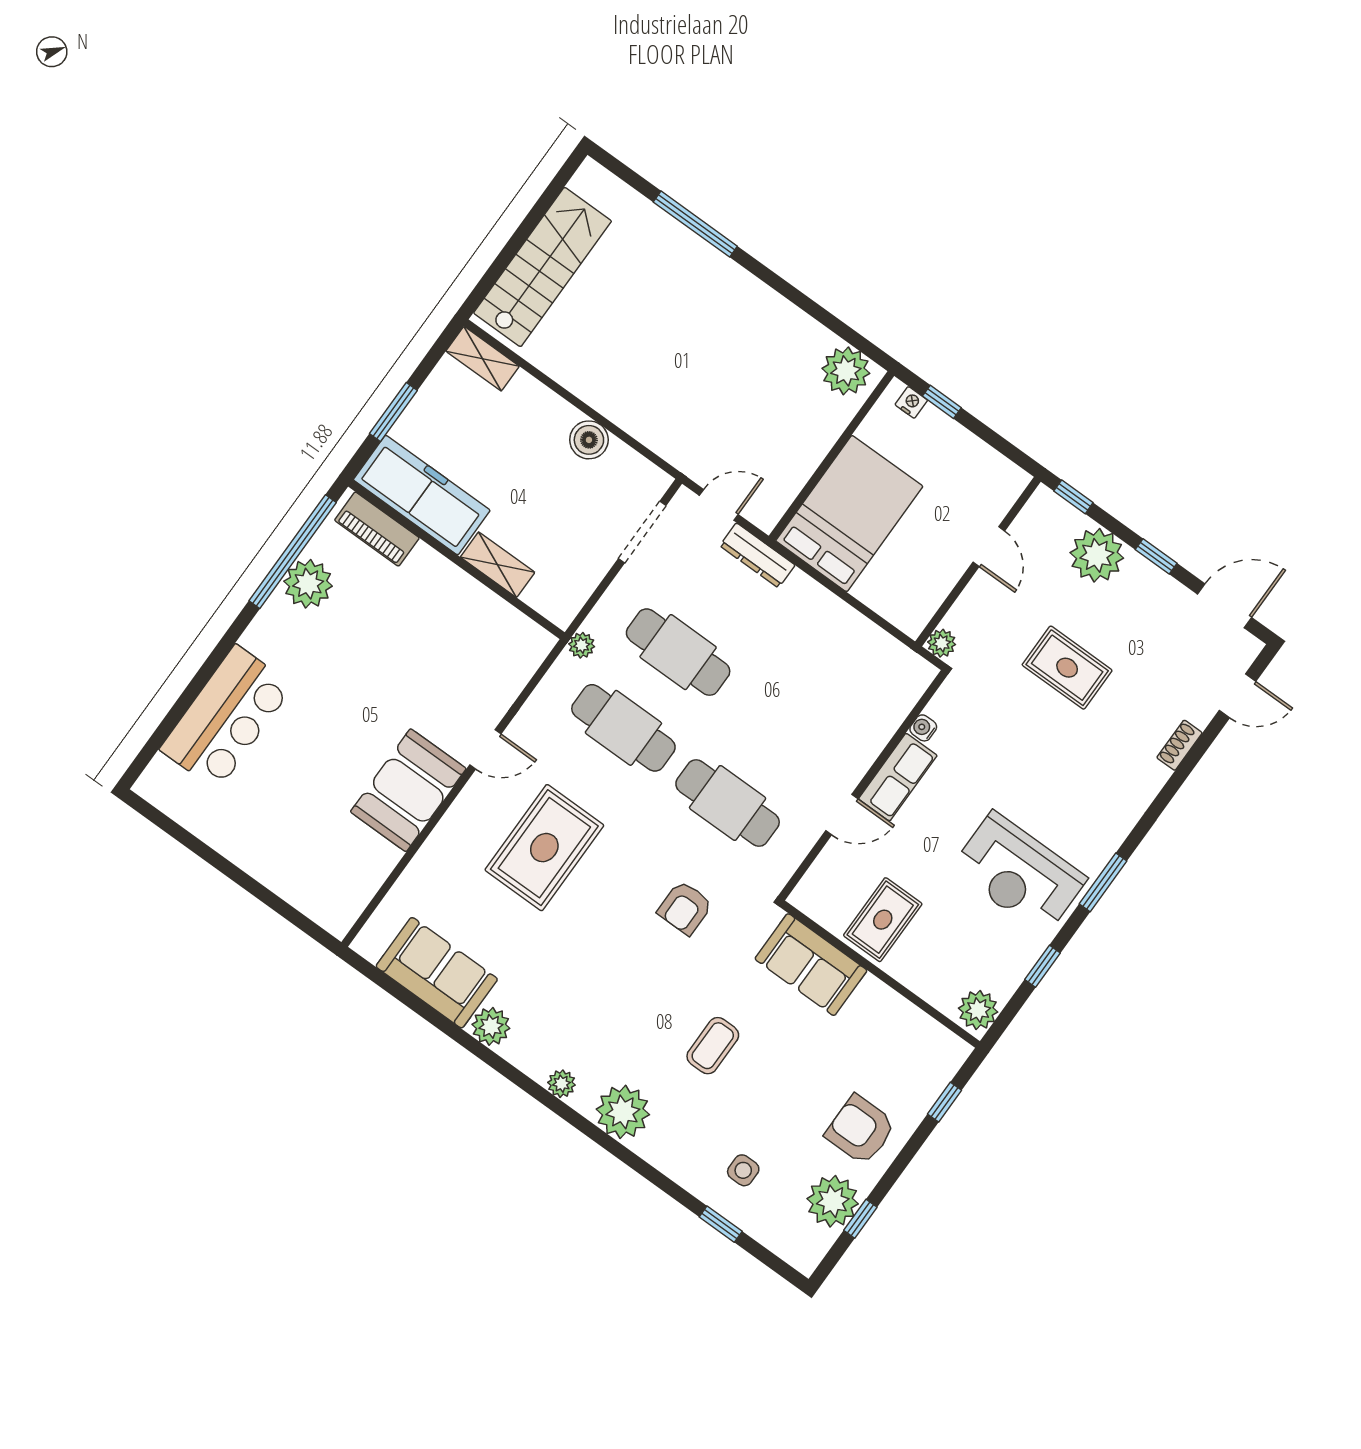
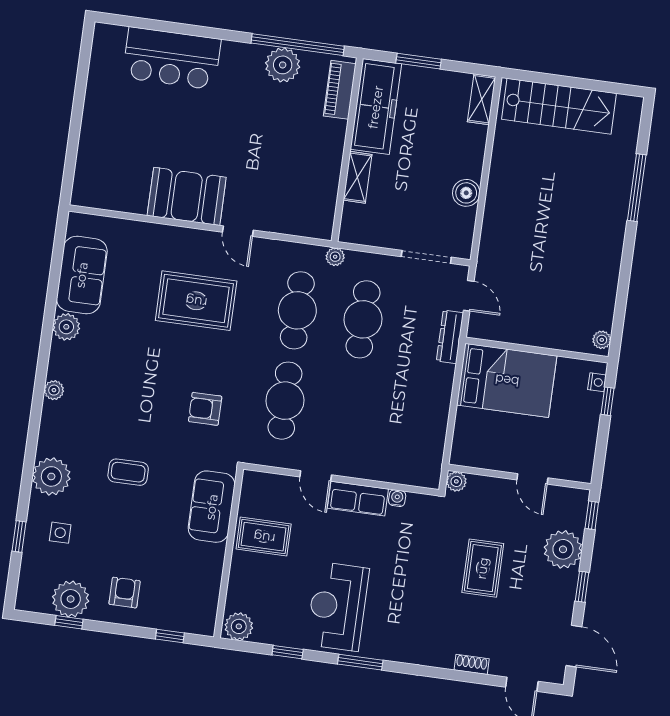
plant: (846, 371) -> (602, 340), width x0.53, depth x0.53
door: (989, 547) -> (532, 479), hinge flipped
plant: (623, 1112) -> (51, 476), moved
armchair: (860, 1130) -> (125, 593), width x0.72, depth x0.72

